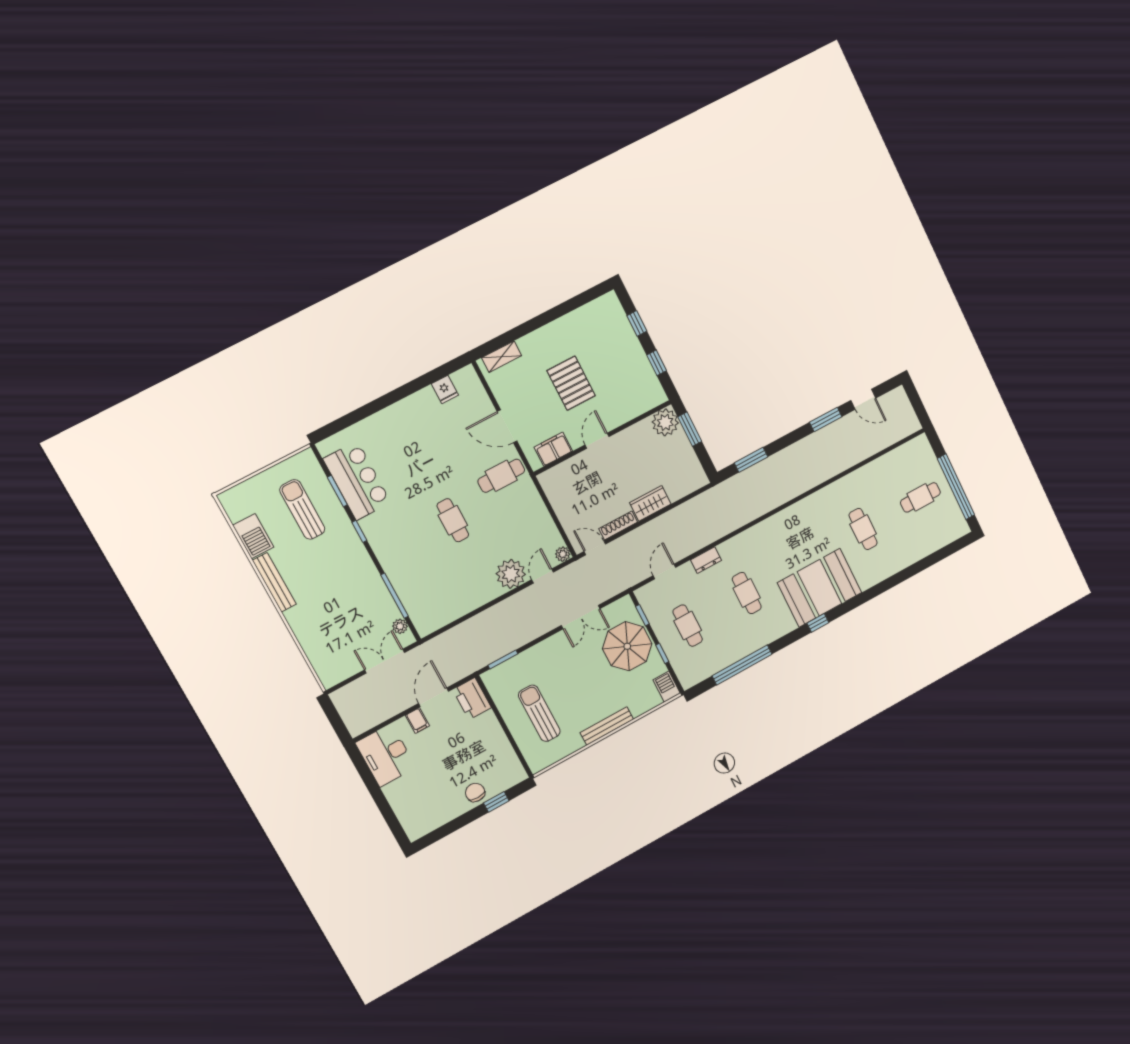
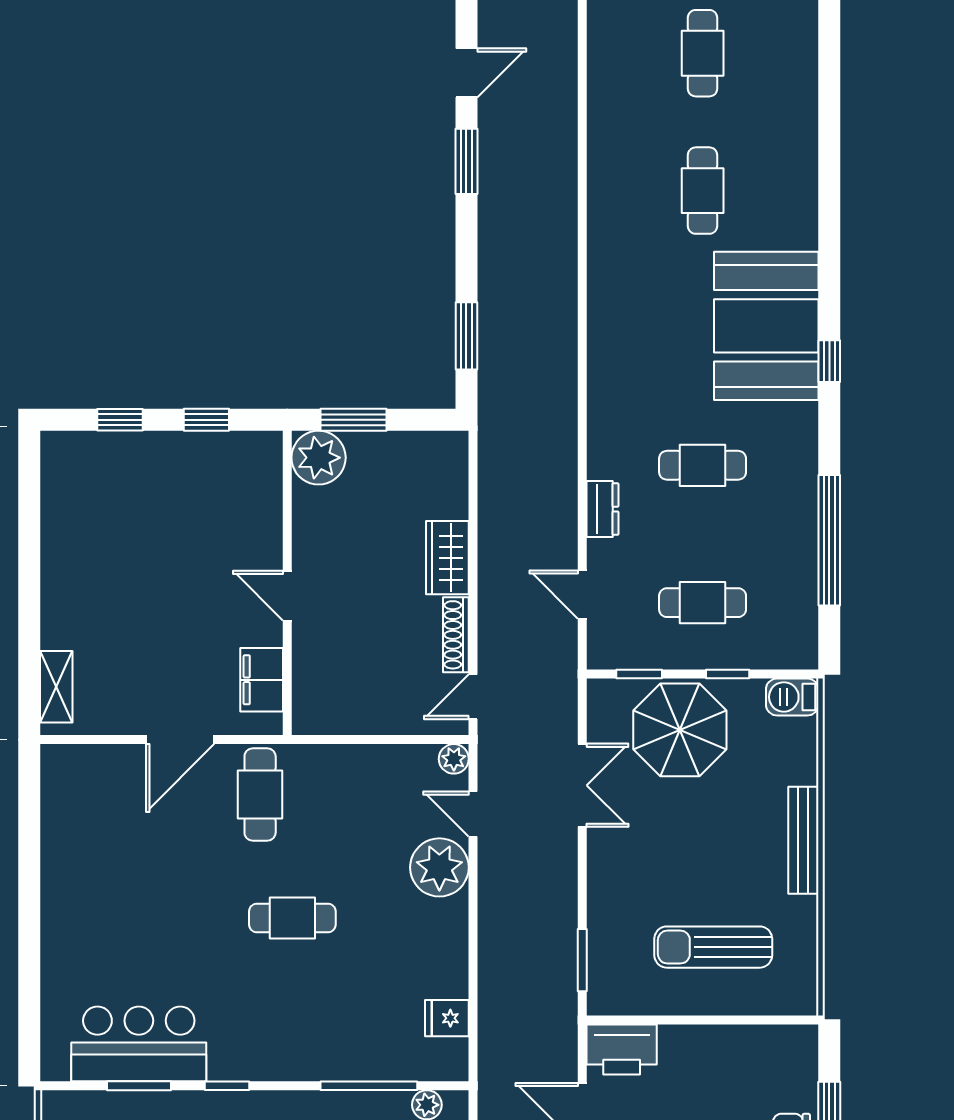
pallet: (571, 383) -> (164, 589), removed
fridge: (445, 389) -> (447, 1018), moved, turned 180
cafe table: (863, 529) -> (703, 191), turned 90

